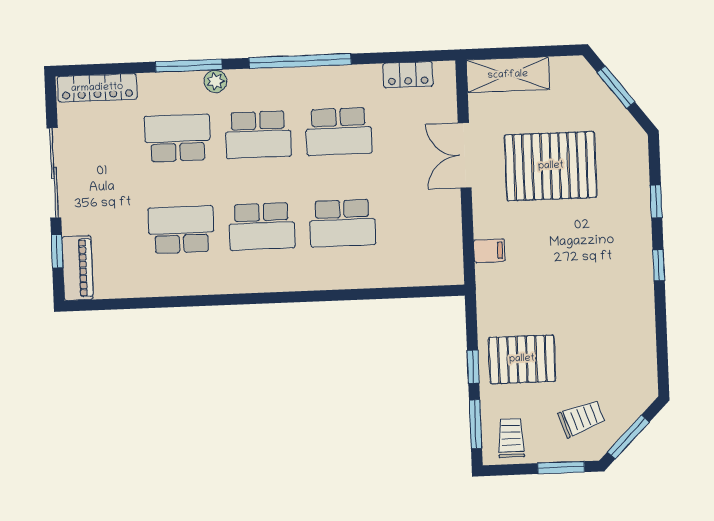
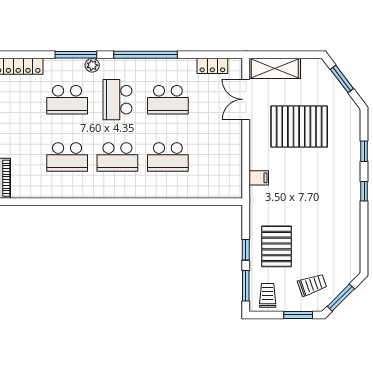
school desk: (258, 135) -> (117, 100), turned 90
school desk: (177, 138) -> (67, 100), turned 180
double door: (465, 155) -> (246, 99), moved
school desk: (181, 230) -> (67, 157), turned 180
pallet: (522, 359) -> (276, 246), turned 90

